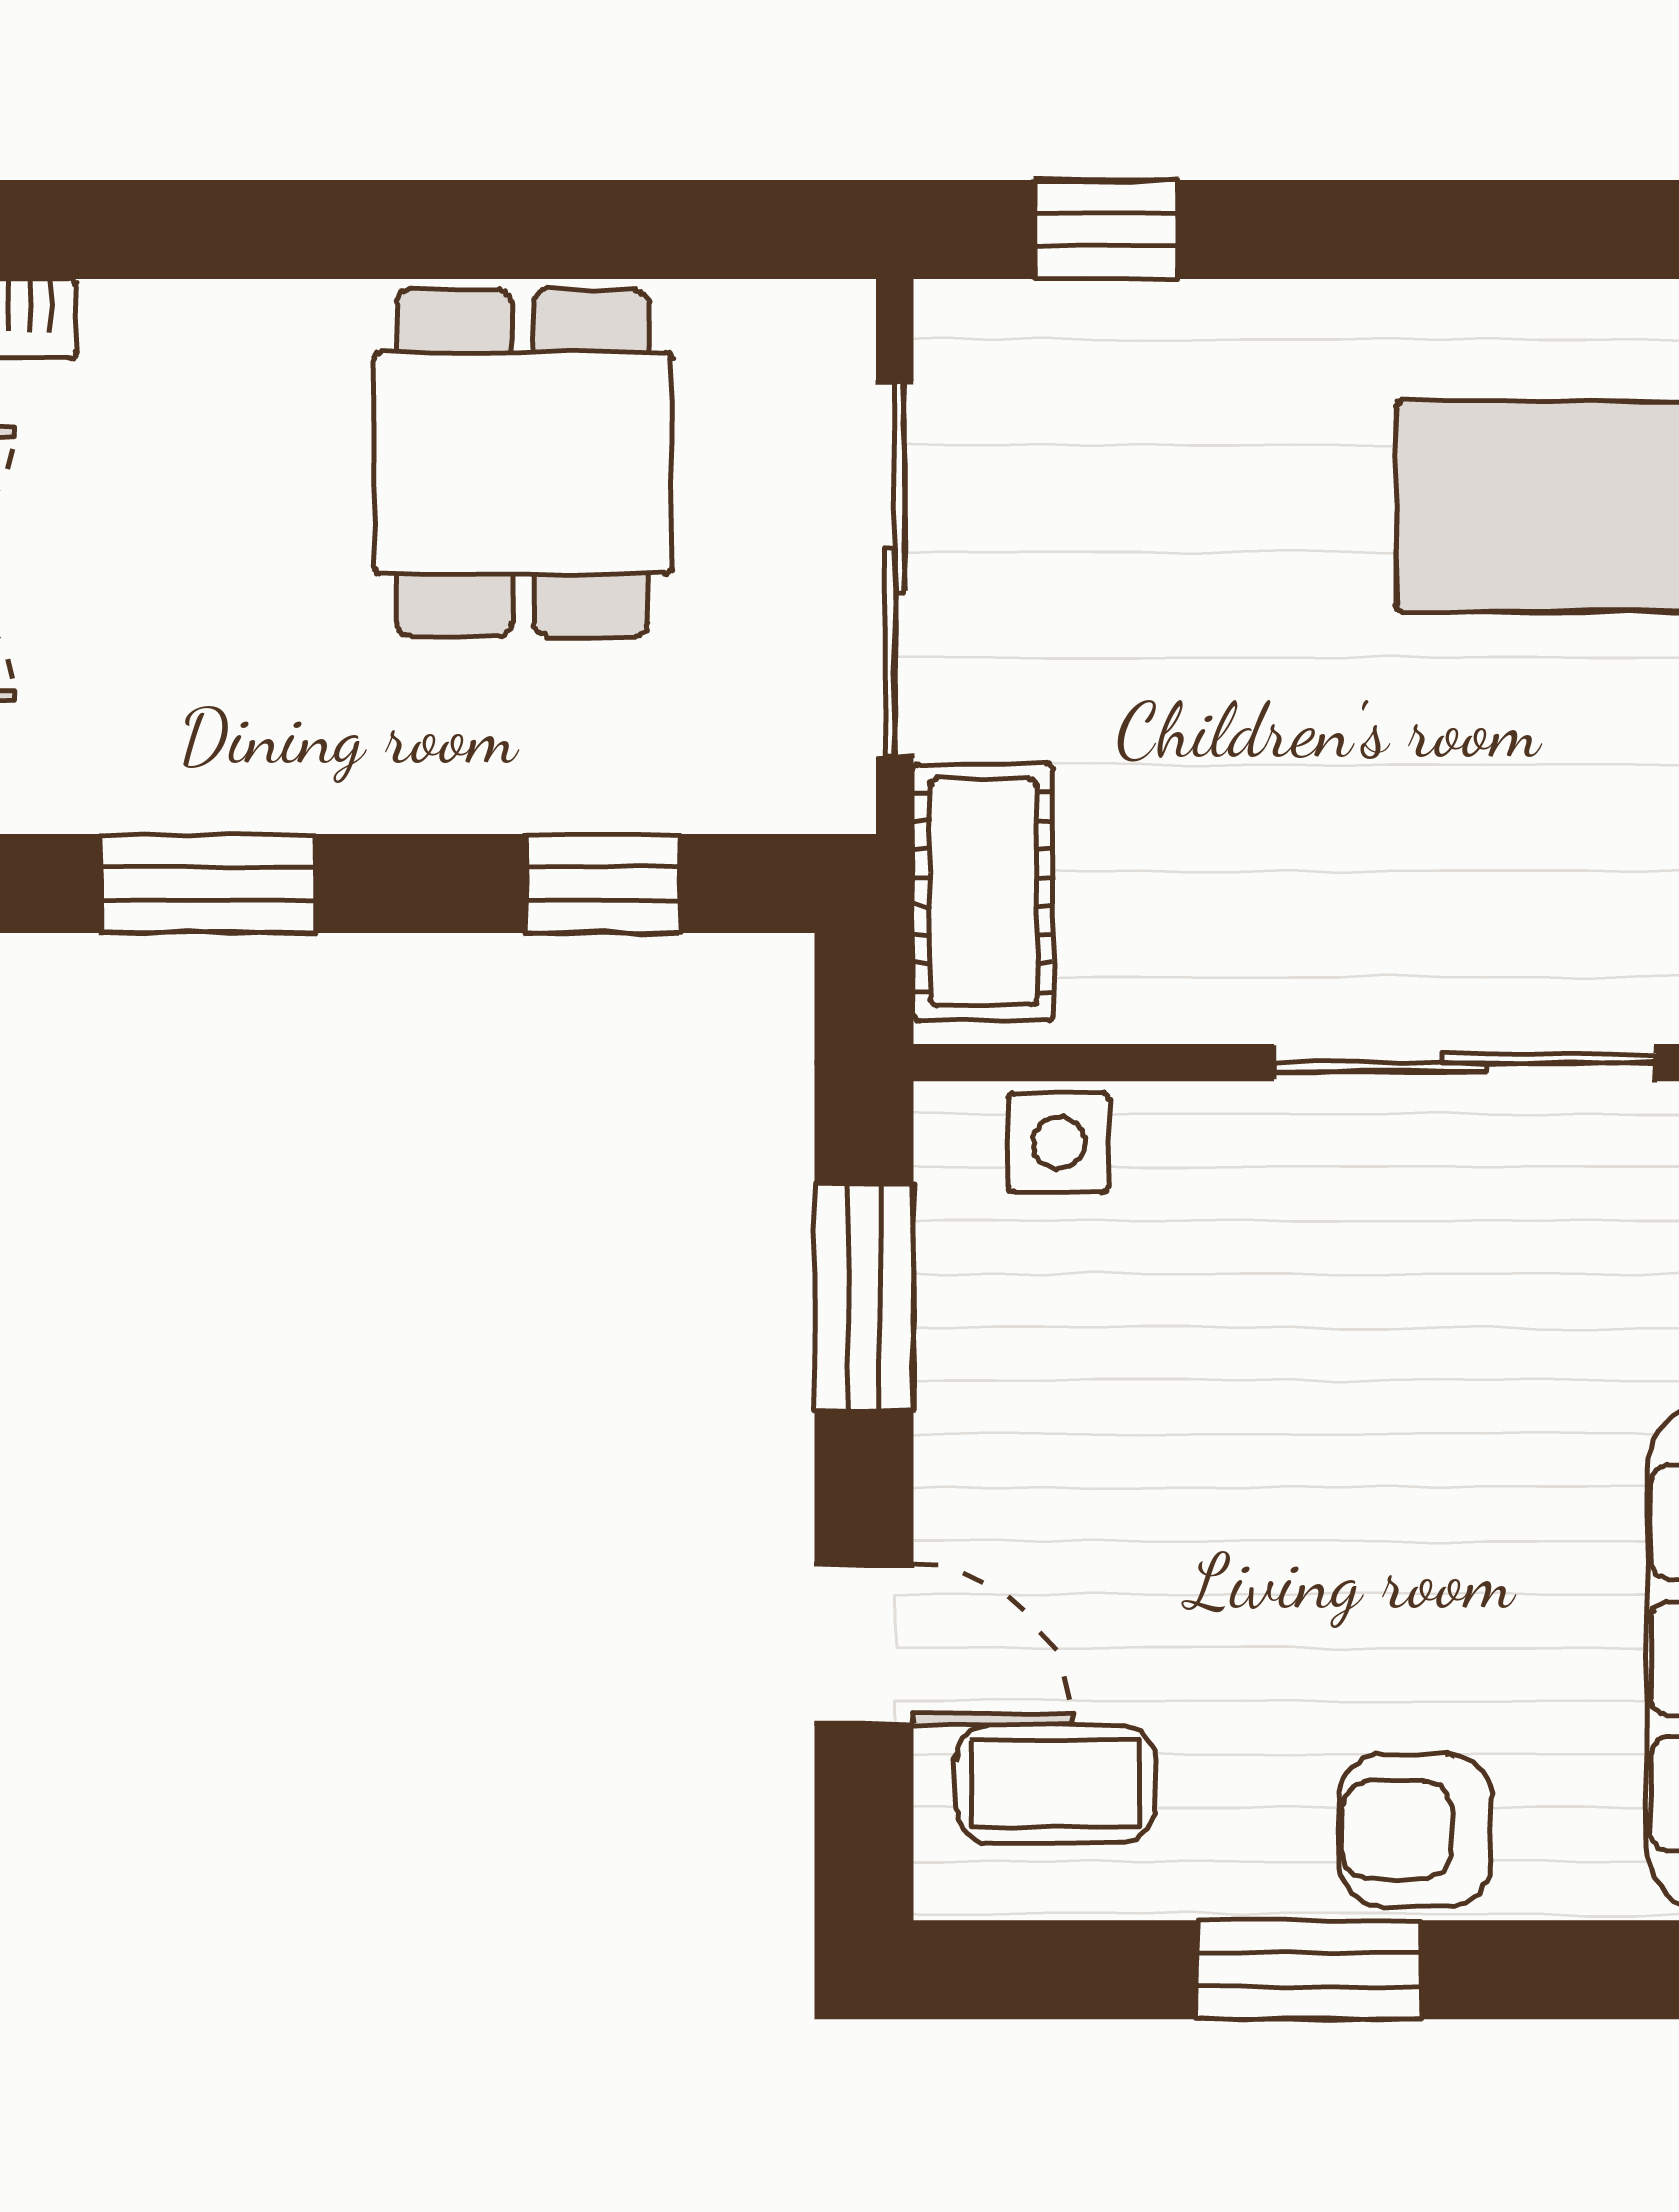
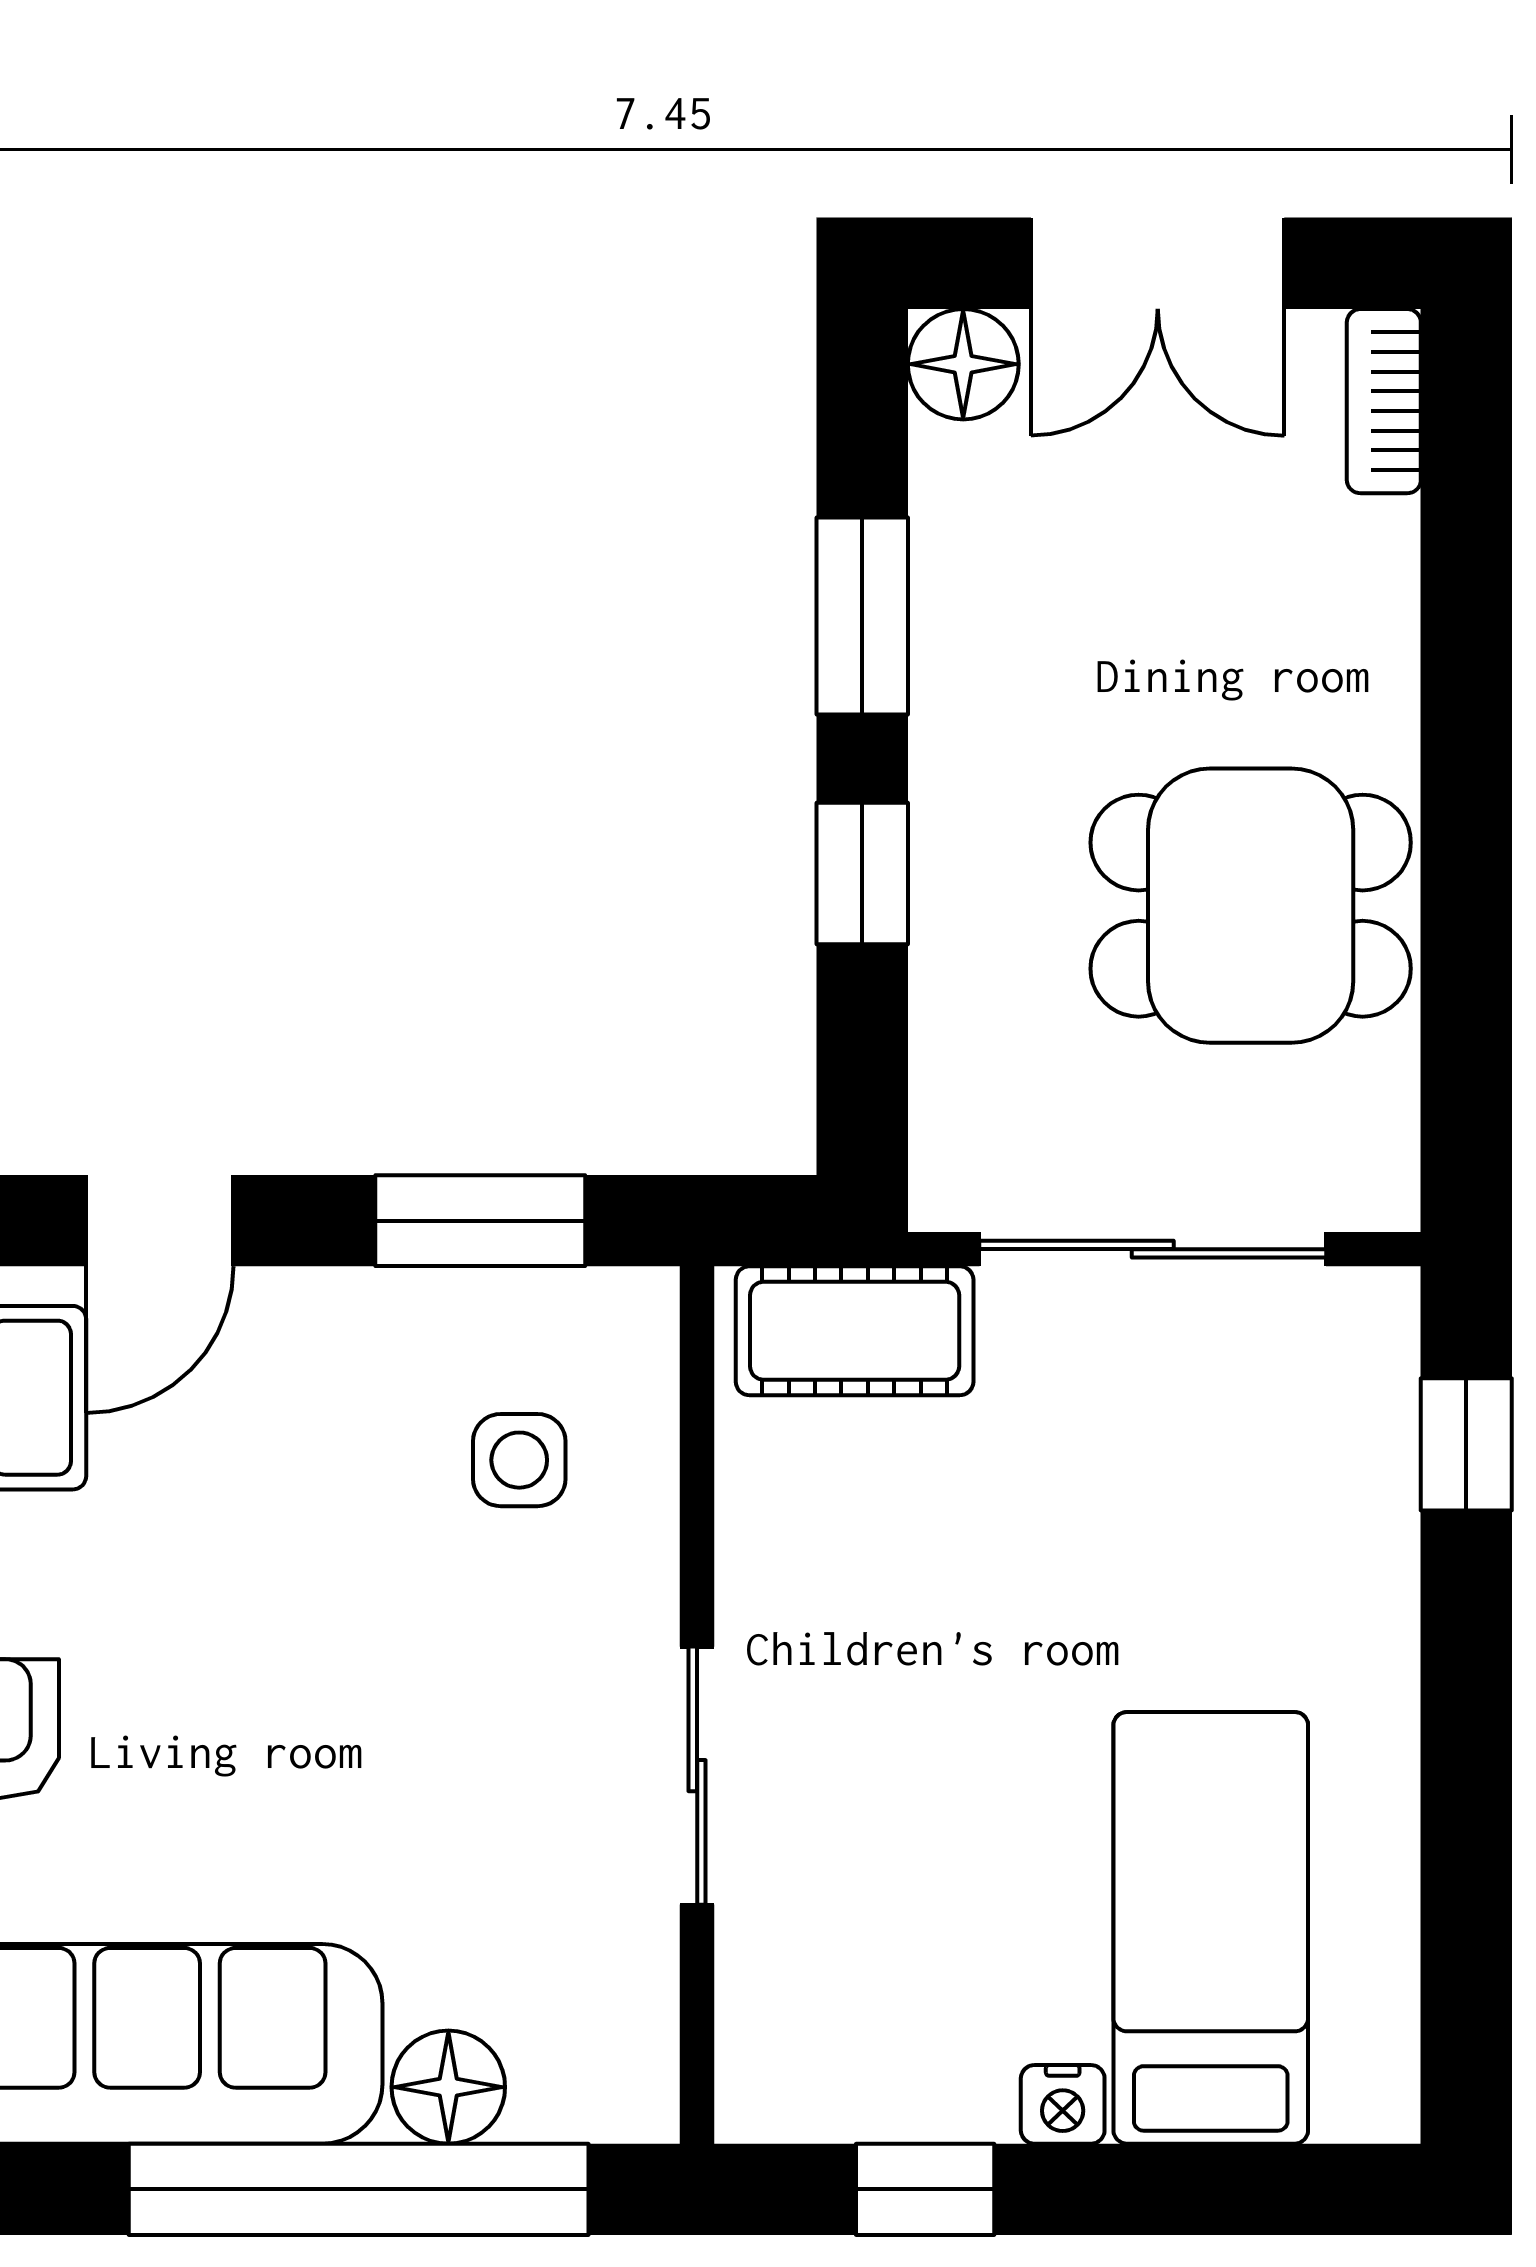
window: (602, 884) -> (862, 874), moved
sliding door: (1465, 1063) -> (697, 1776), width x0.73
side table: (1059, 1143) -> (519, 1460), moved

